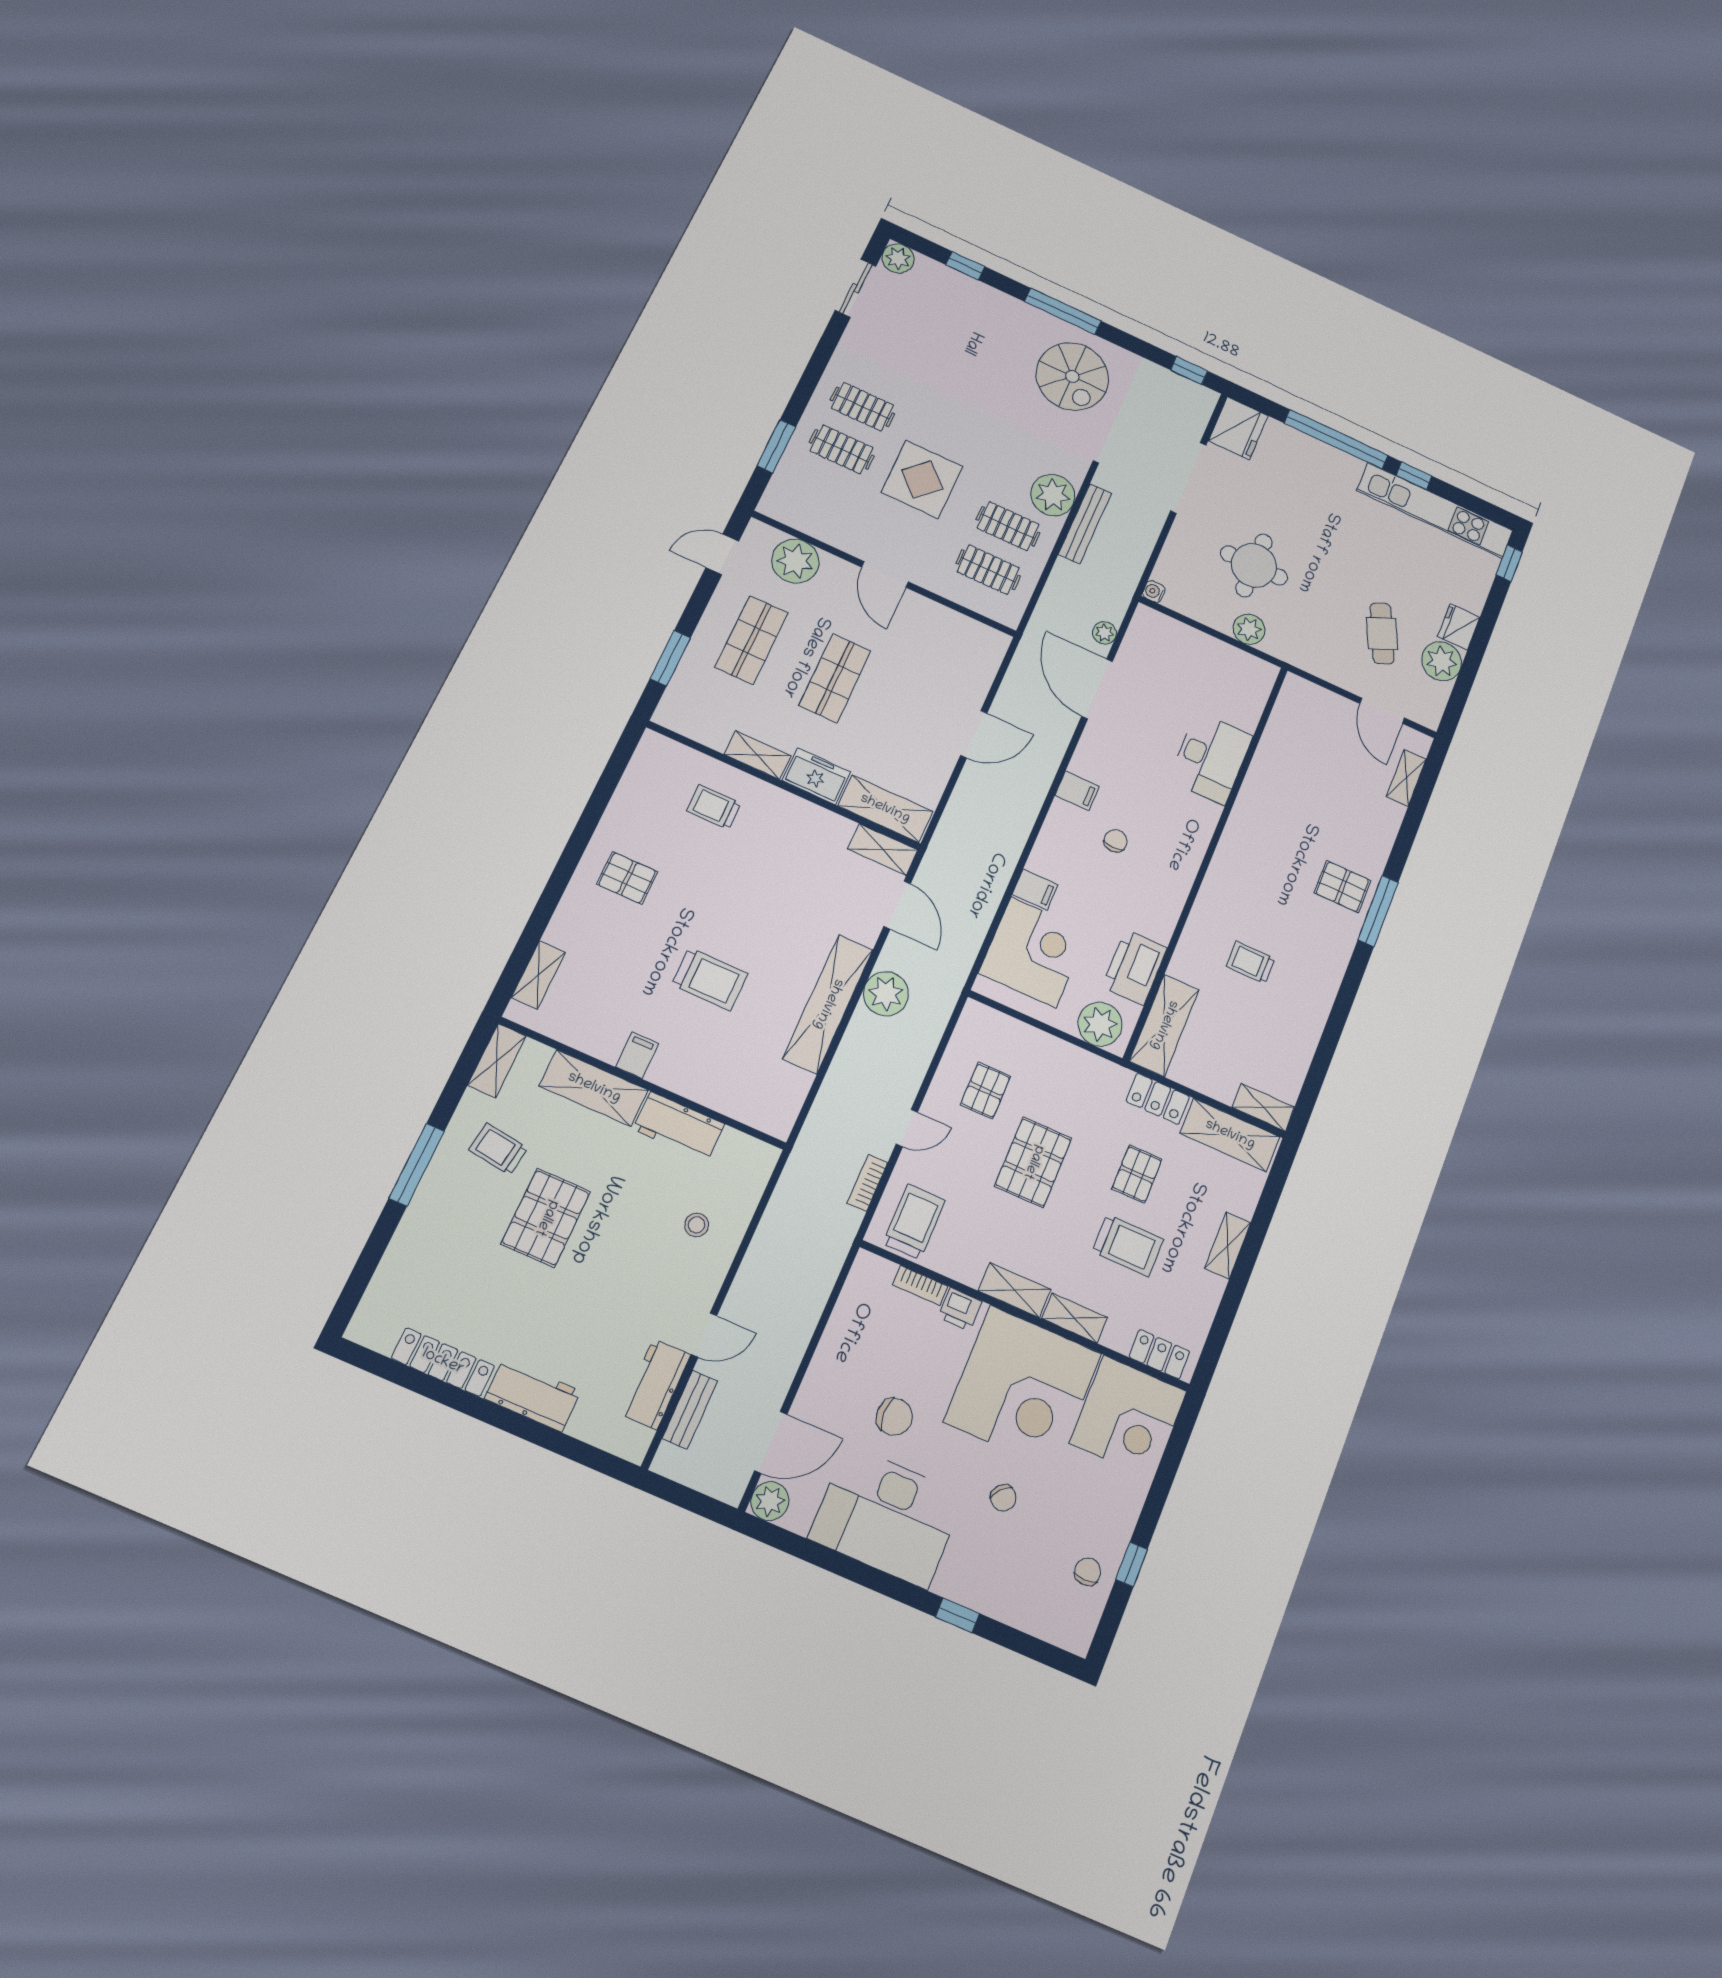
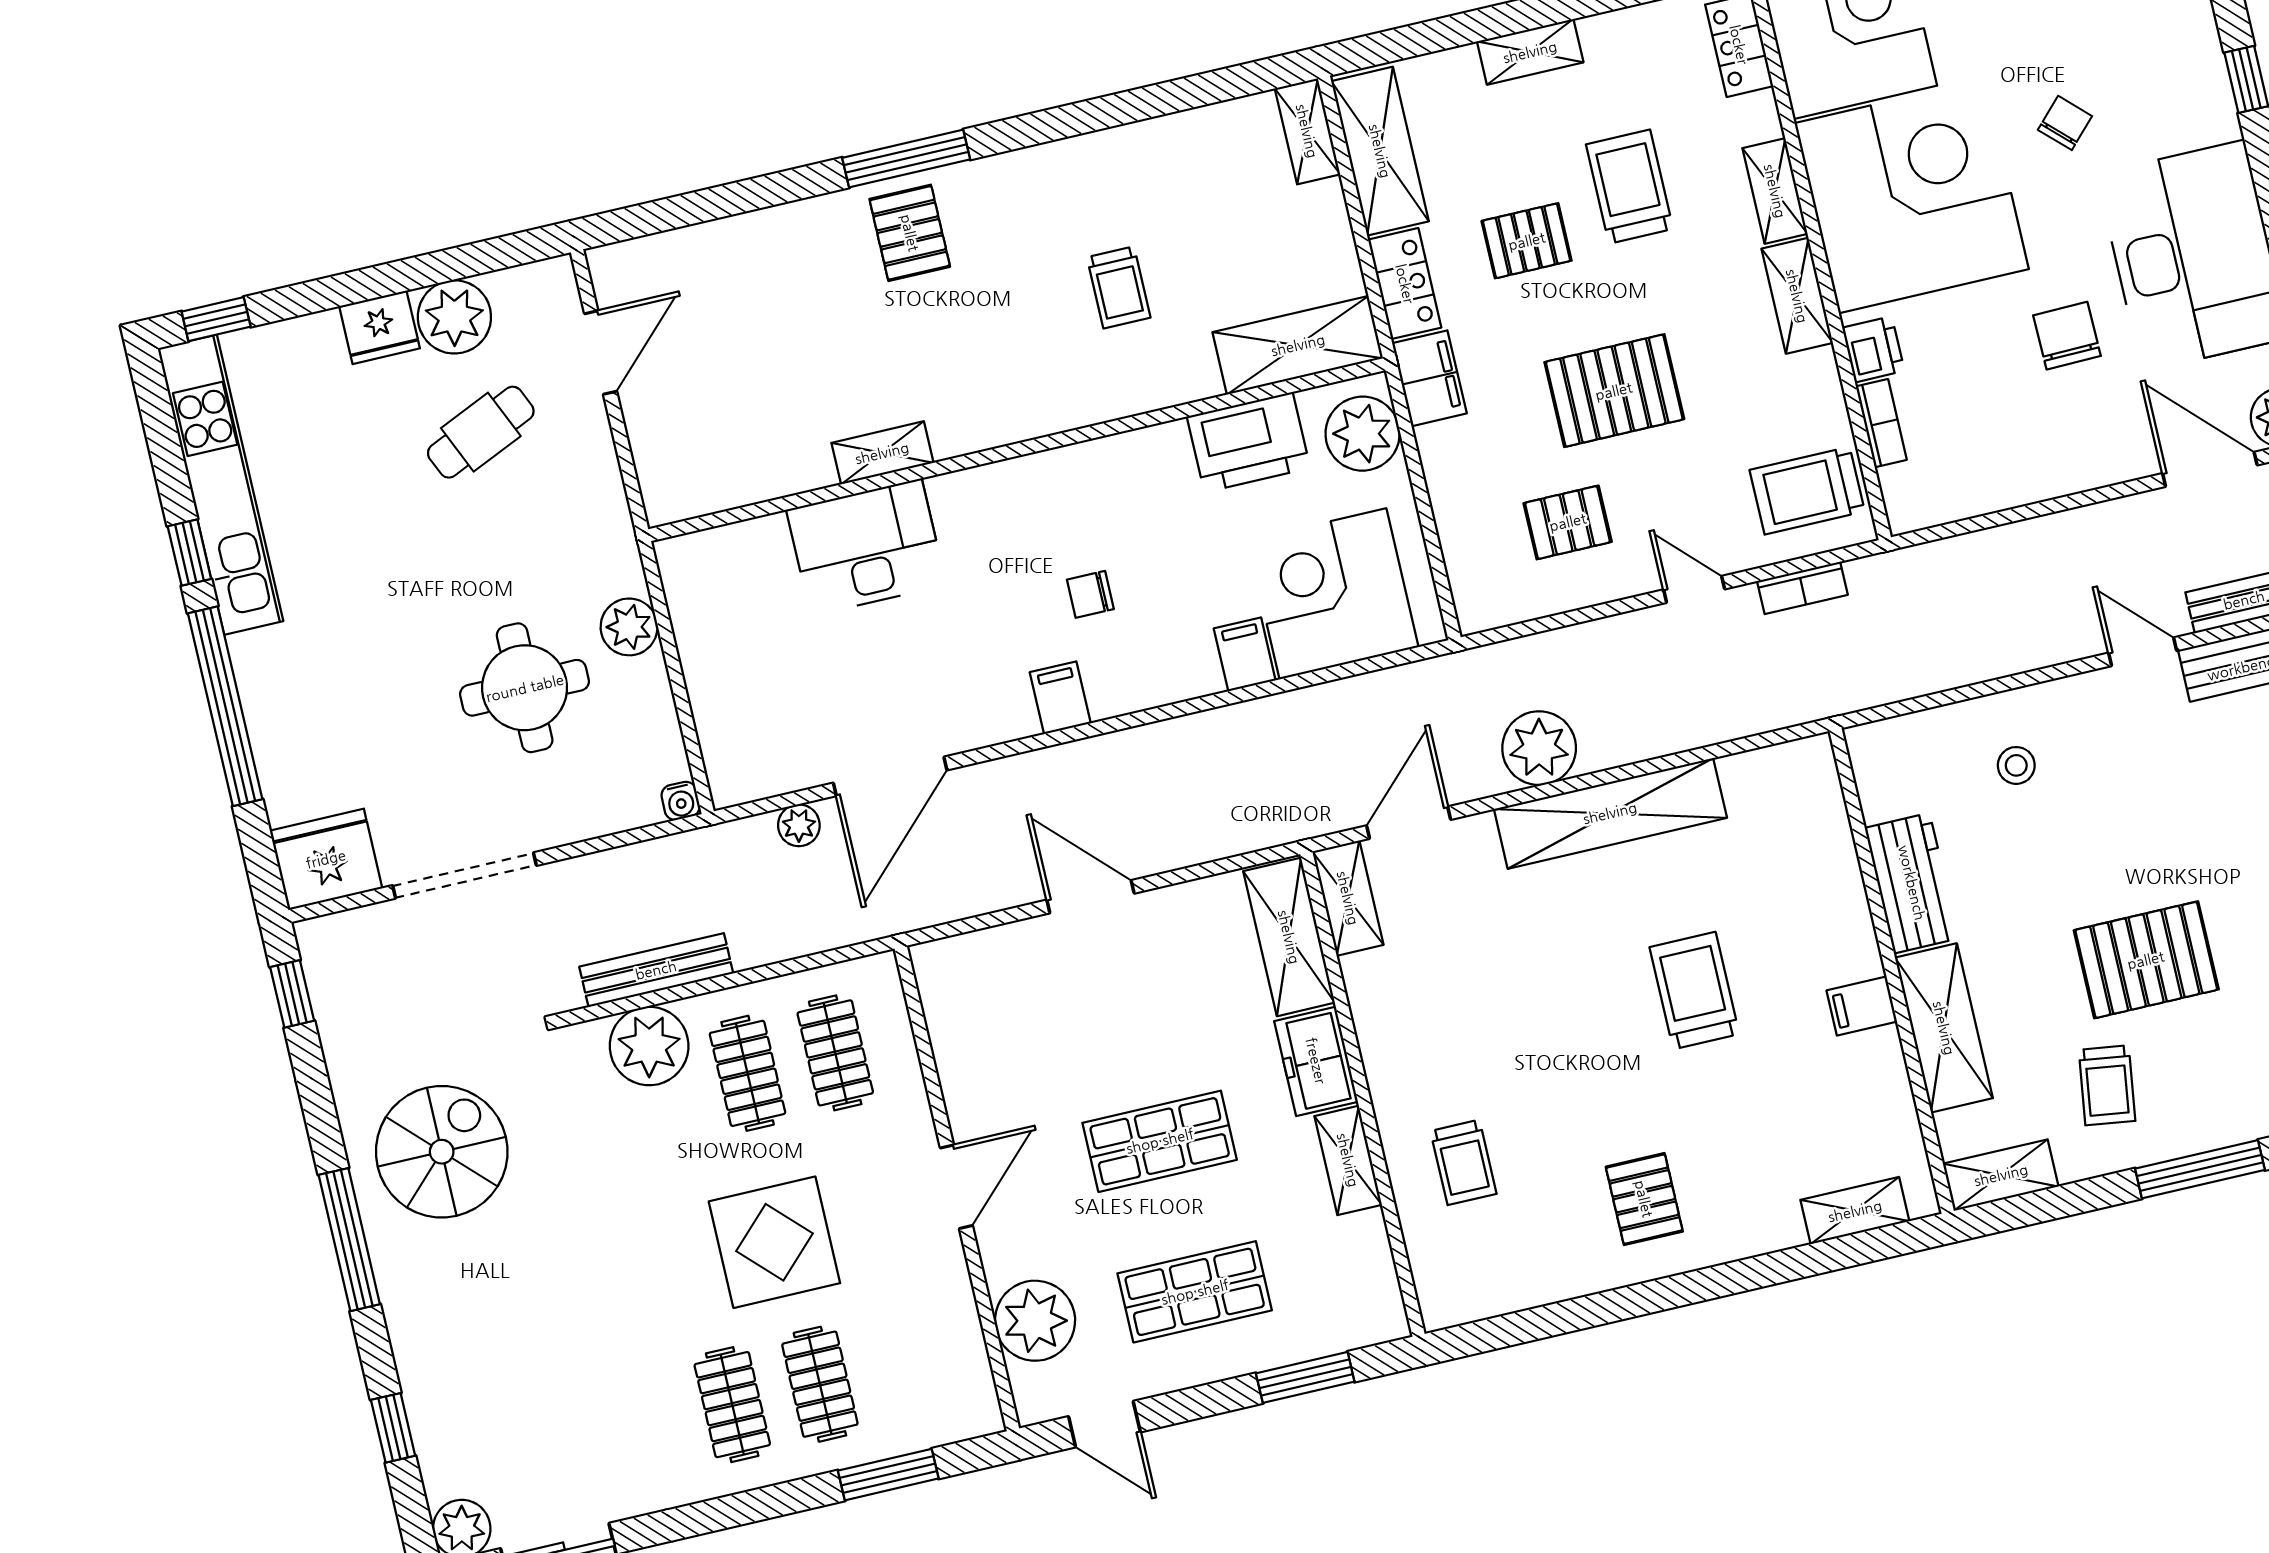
shelving: (1406, 778) -> (882, 453), moved
filing cabinet: (1104, 1076) -> (1429, 378), added

